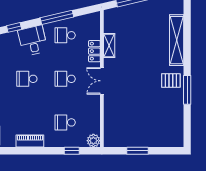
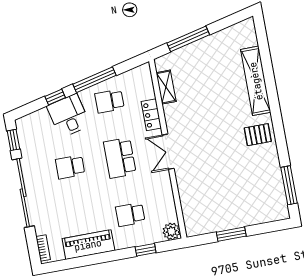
window: (14, 27) -> (55, 97), moved
shelving: (109, 45) -> (166, 87), moved
school desk: (65, 79) -> (120, 158), width x1.85
window: (187, 90) -> (289, 185), moved
piano: (30, 141) -> (88, 245), width x1.37, depth x1.33

